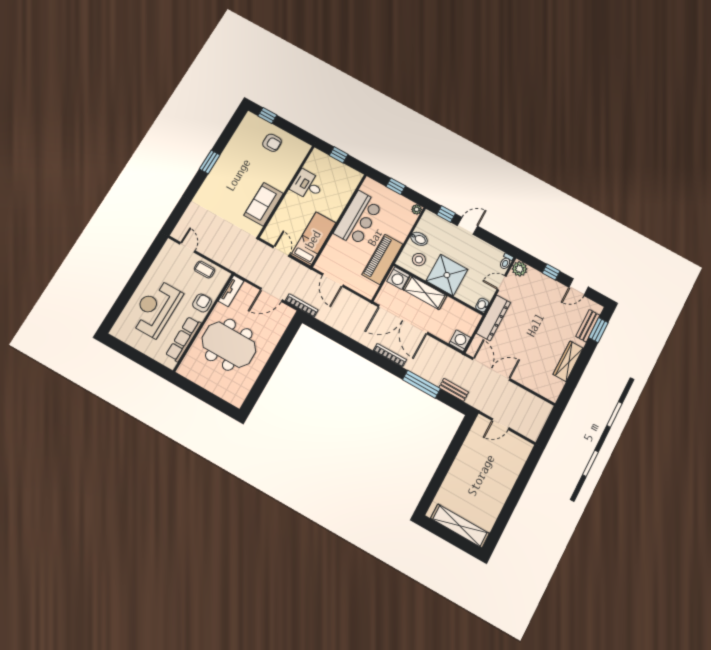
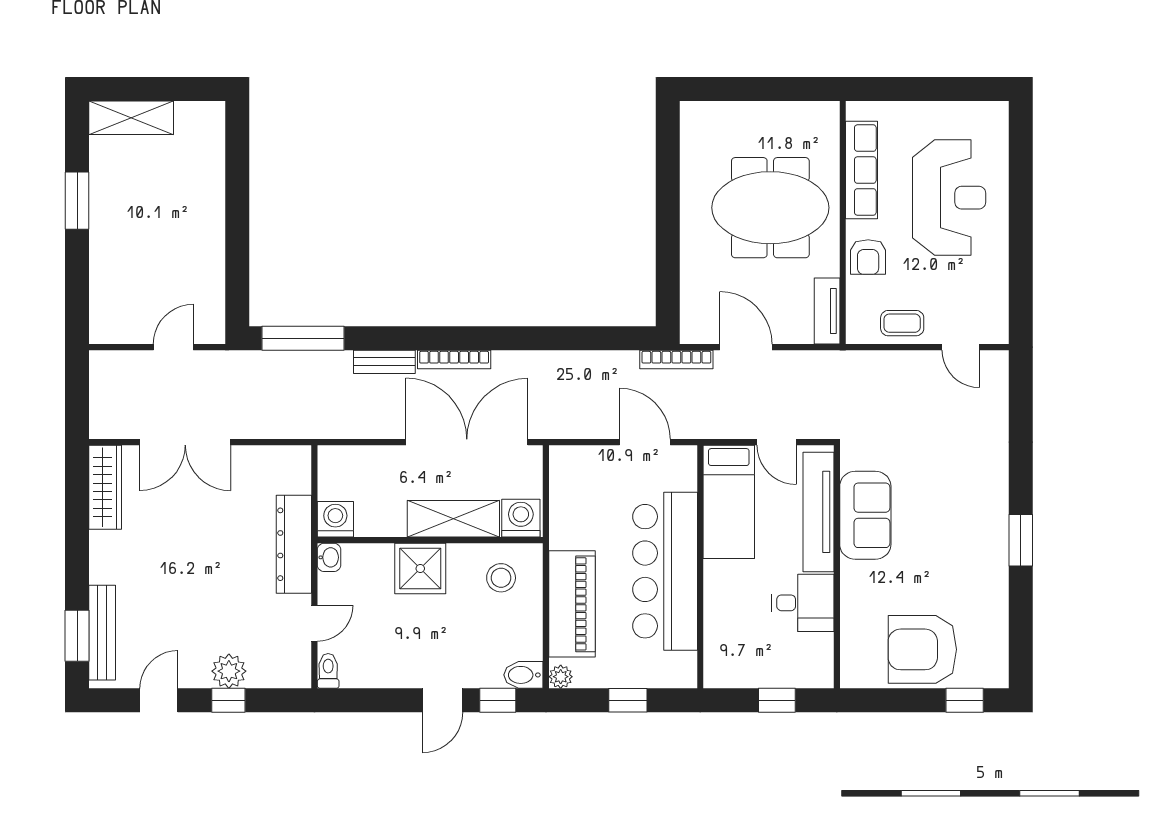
armchair: (272, 143) -> (922, 649), width x1.88, depth x1.88
tv unit: (281, 216) -> (819, 512), added
bar counter: (358, 219) -> (665, 571), width x1.36
bidet: (419, 239) -> (523, 675), moved
piano: (382, 259) -> (572, 604), moved
plant: (519, 269) -> (229, 671), moved
shower: (447, 275) -> (420, 569), width x0.73, depth x0.73
door: (271, 295) -> (746, 347), hinge flipped
bench: (588, 326) -> (102, 633), width x1.36
washing machine: (460, 341) -> (335, 519), moved, turned 180
wardrobe: (568, 361) -> (105, 487), moved
double door: (491, 369) -> (185, 442), moved
window: (421, 384) -> (303, 338), moved
bench: (454, 390) -> (384, 362), moved
window: (509, 508) -> (77, 201), added
shelving: (460, 526) -> (131, 118), width x0.68

